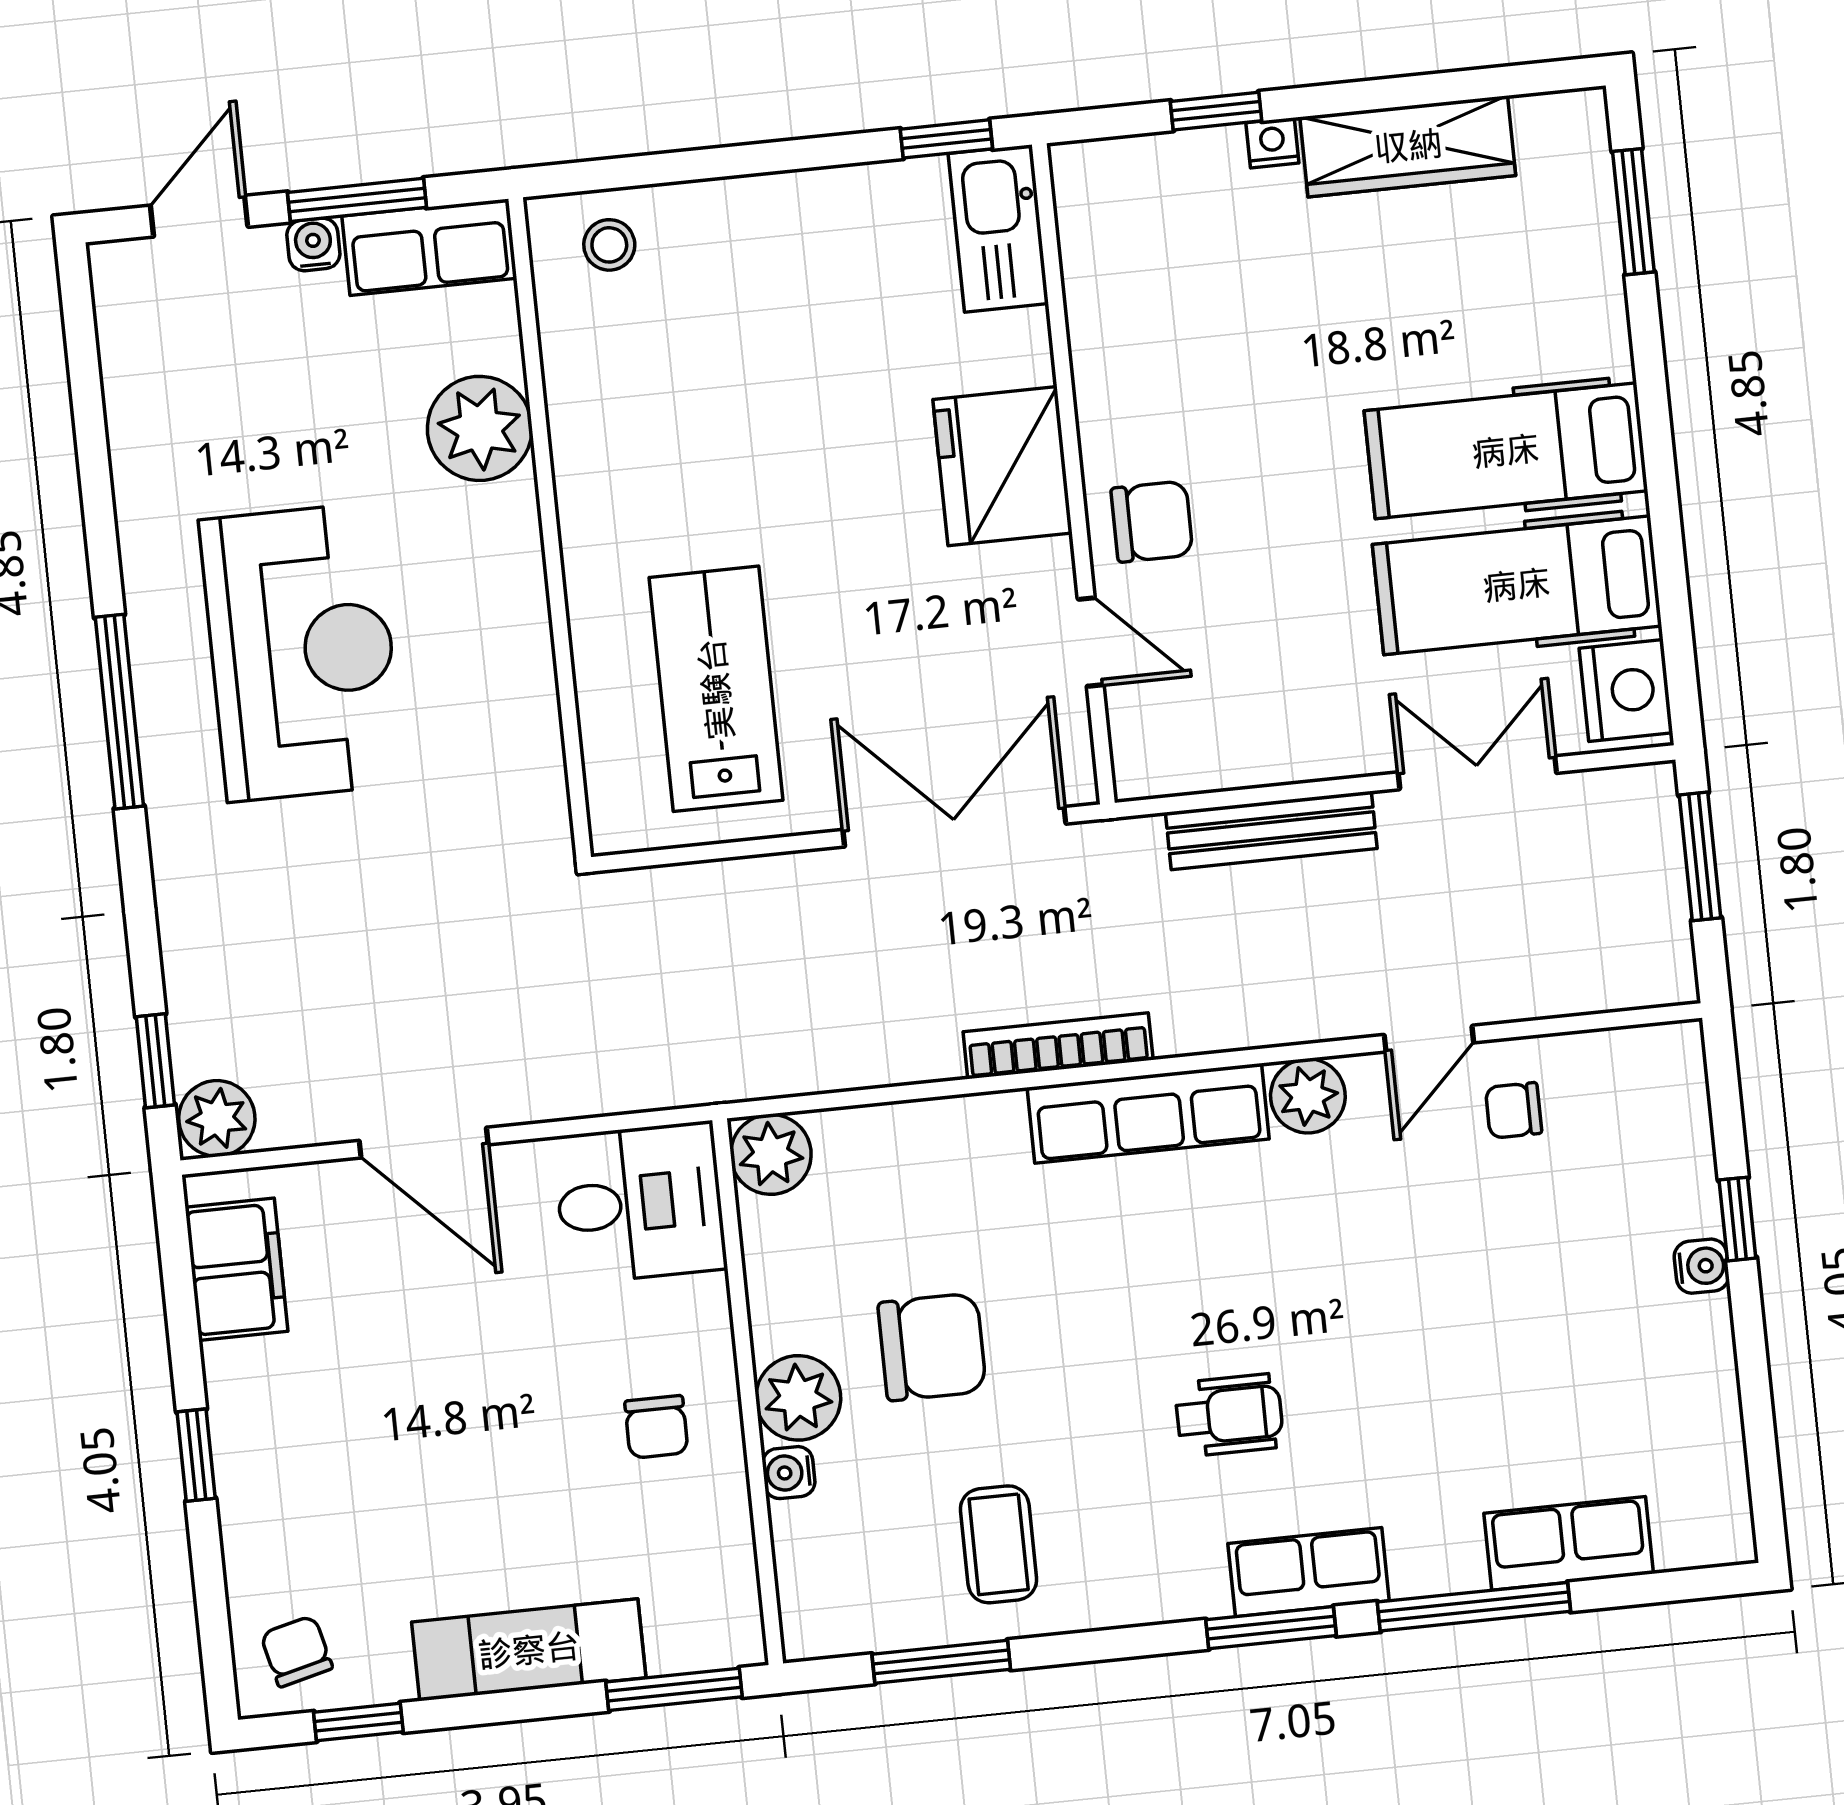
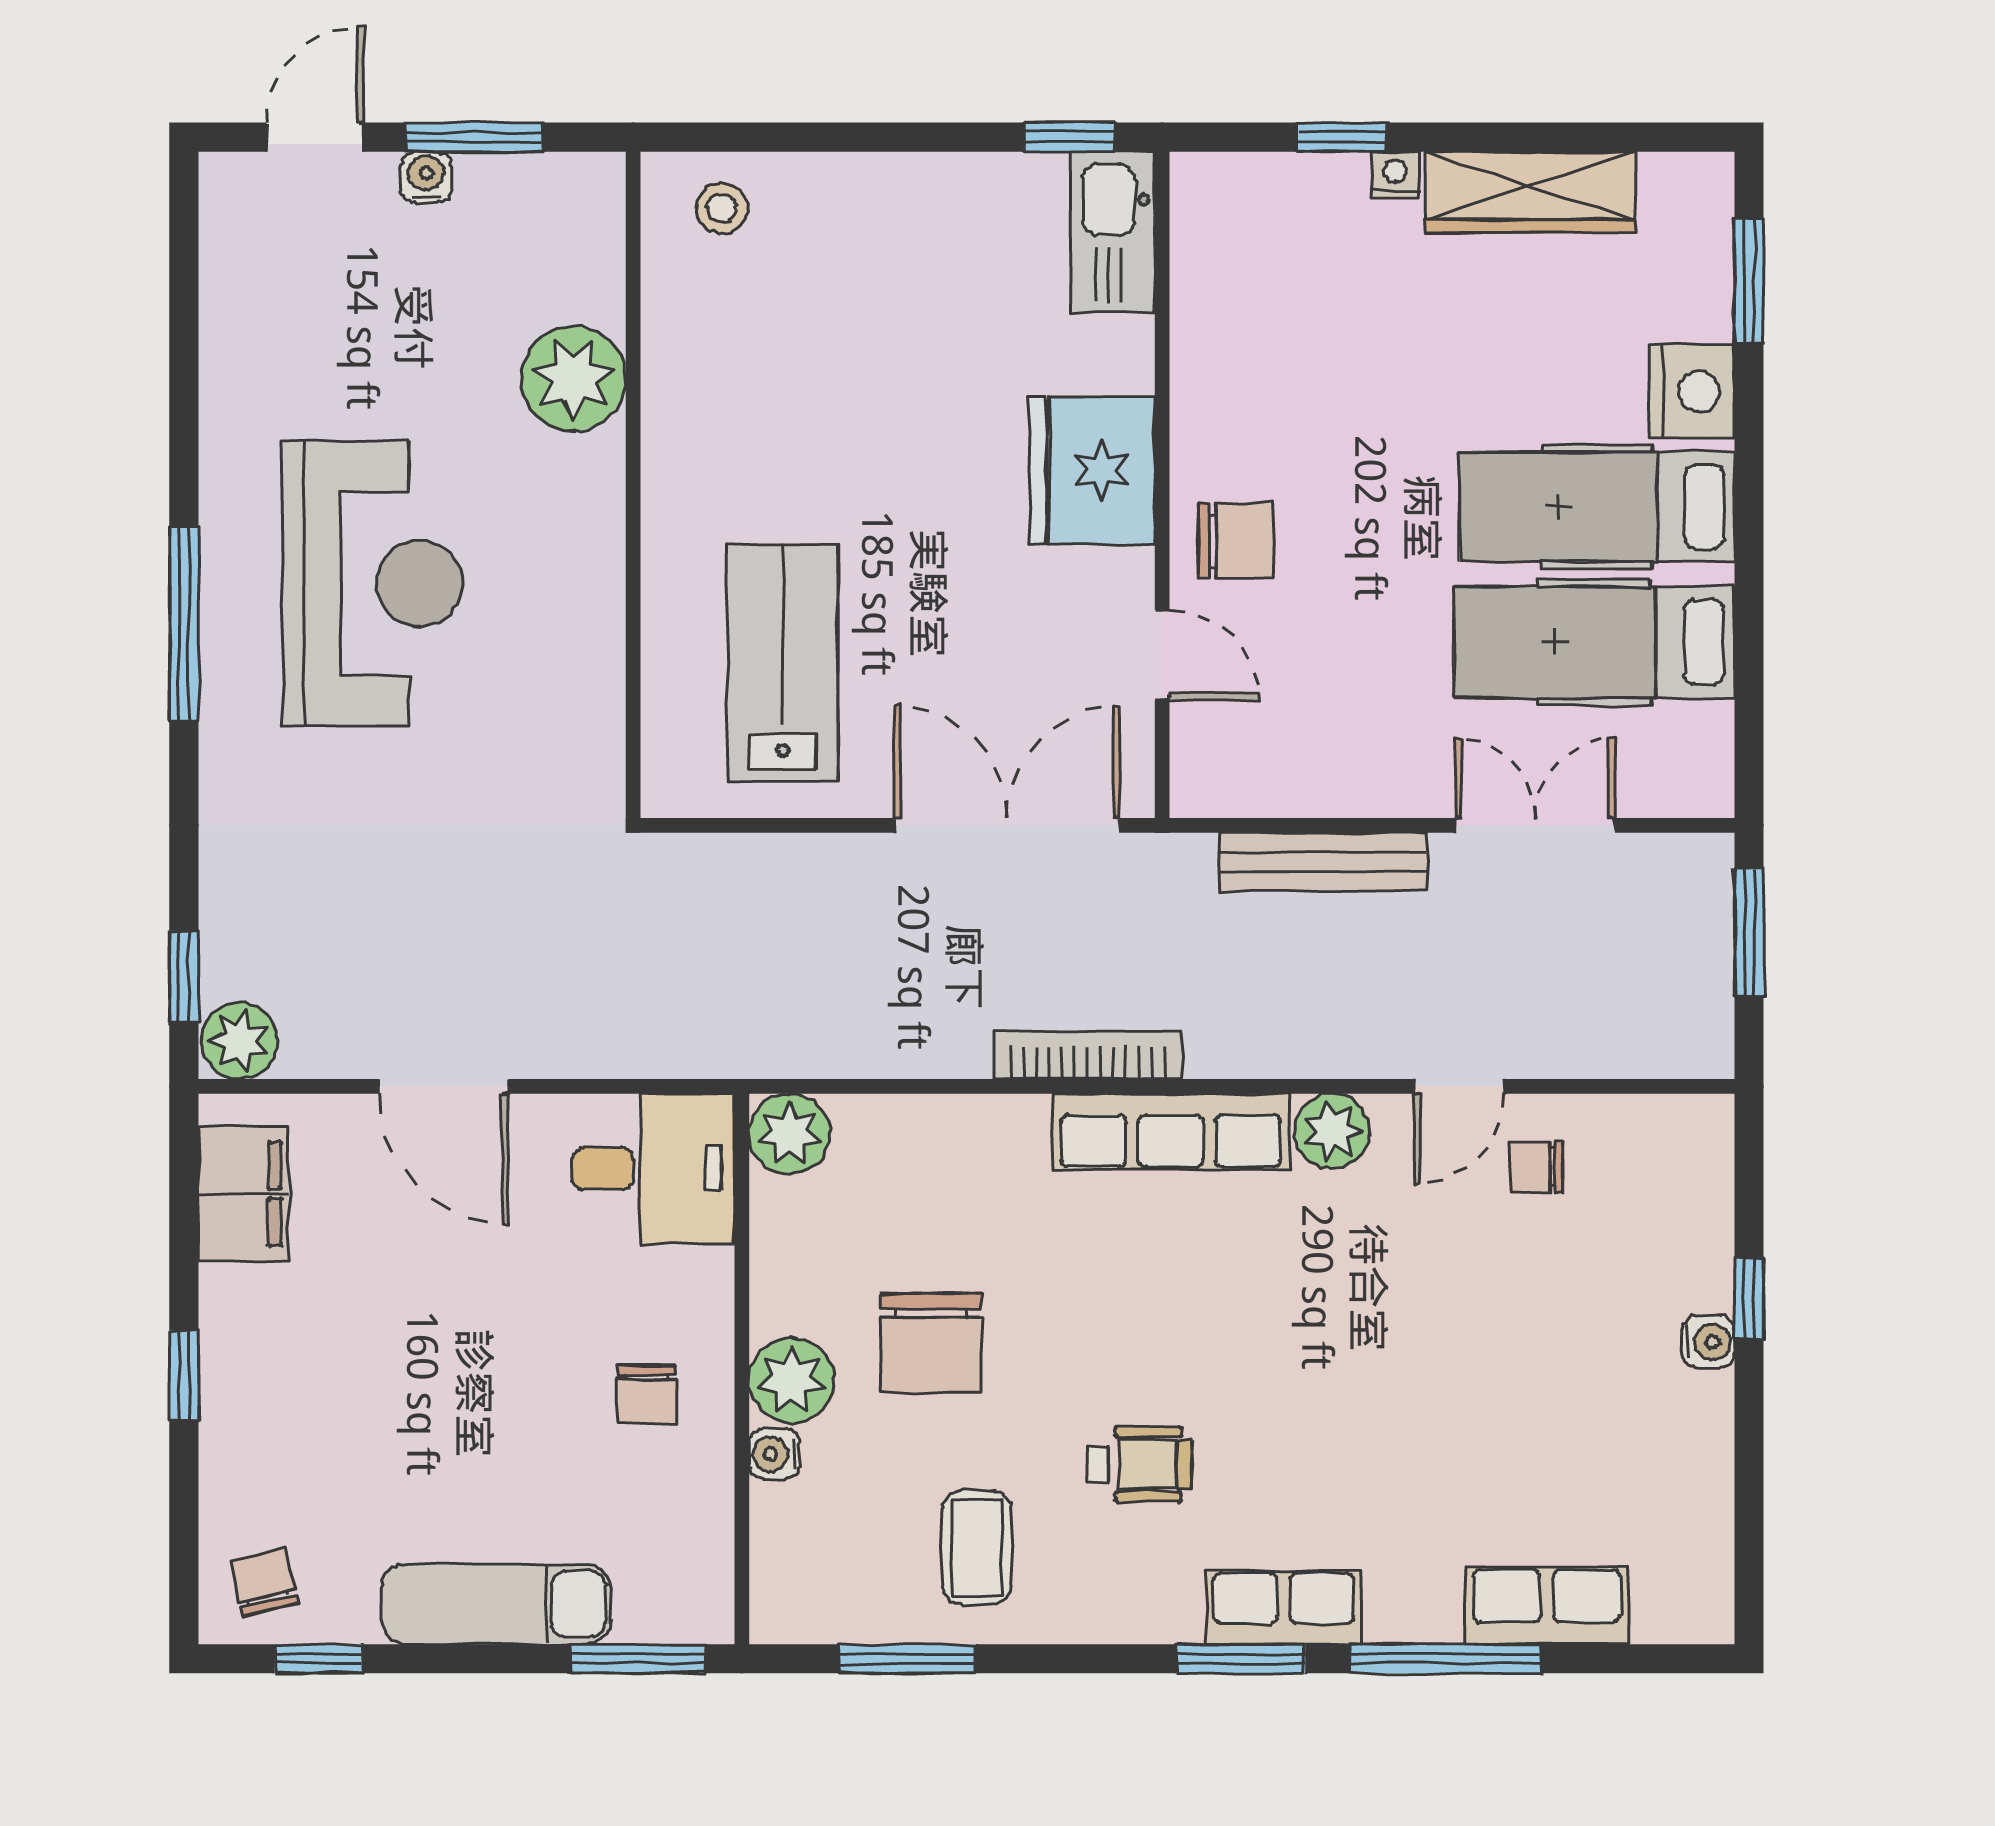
row of seats: (429, 247) -> (542, 192), removed
nightstand: (1626, 690) -> (1692, 391), moved
chair: (932, 1347) -> (931, 1343), turned 90
wheelchair: (1229, 1415) -> (1140, 1464), moved

